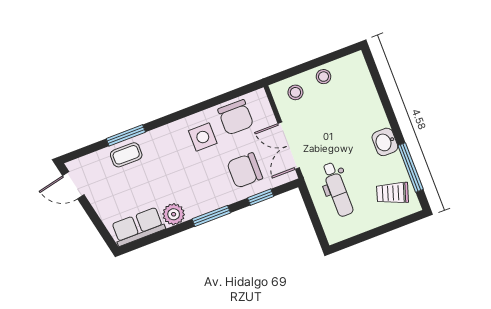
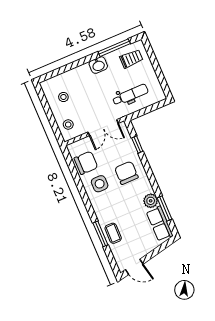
stool: (323, 77) -> (63, 97), moved
chair: (245, 170) -> (126, 173), moved, turned 180
door: (73, 185) -> (134, 267), hinge flipped
trolley: (393, 193) -> (131, 59), turned -108
window: (211, 216) -> (165, 209), moved

